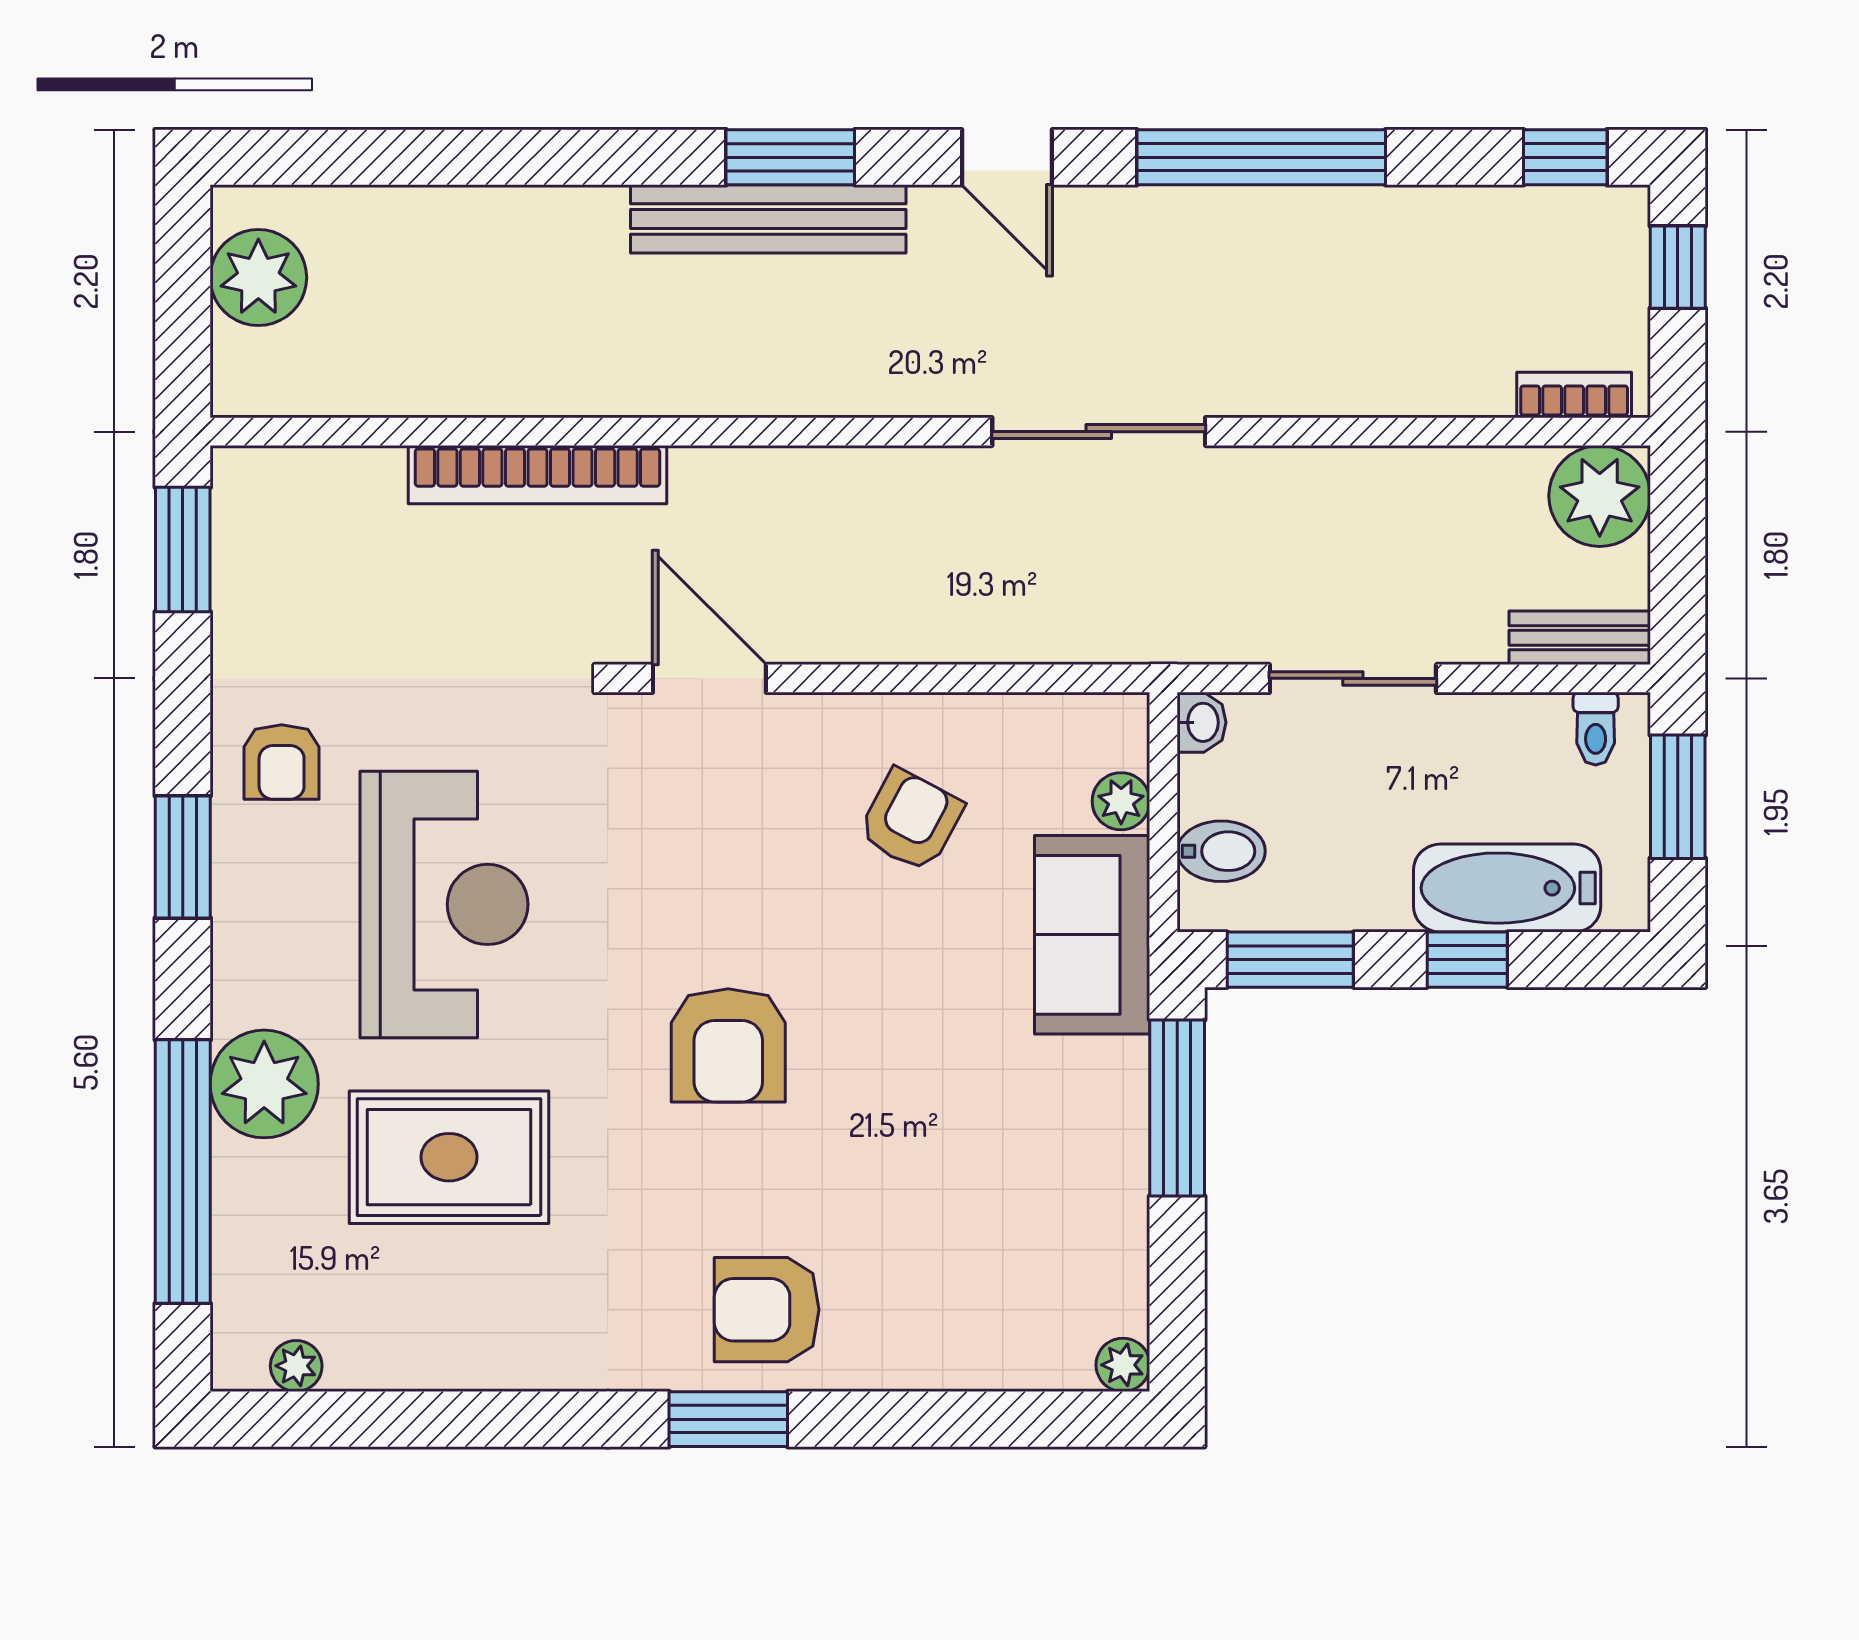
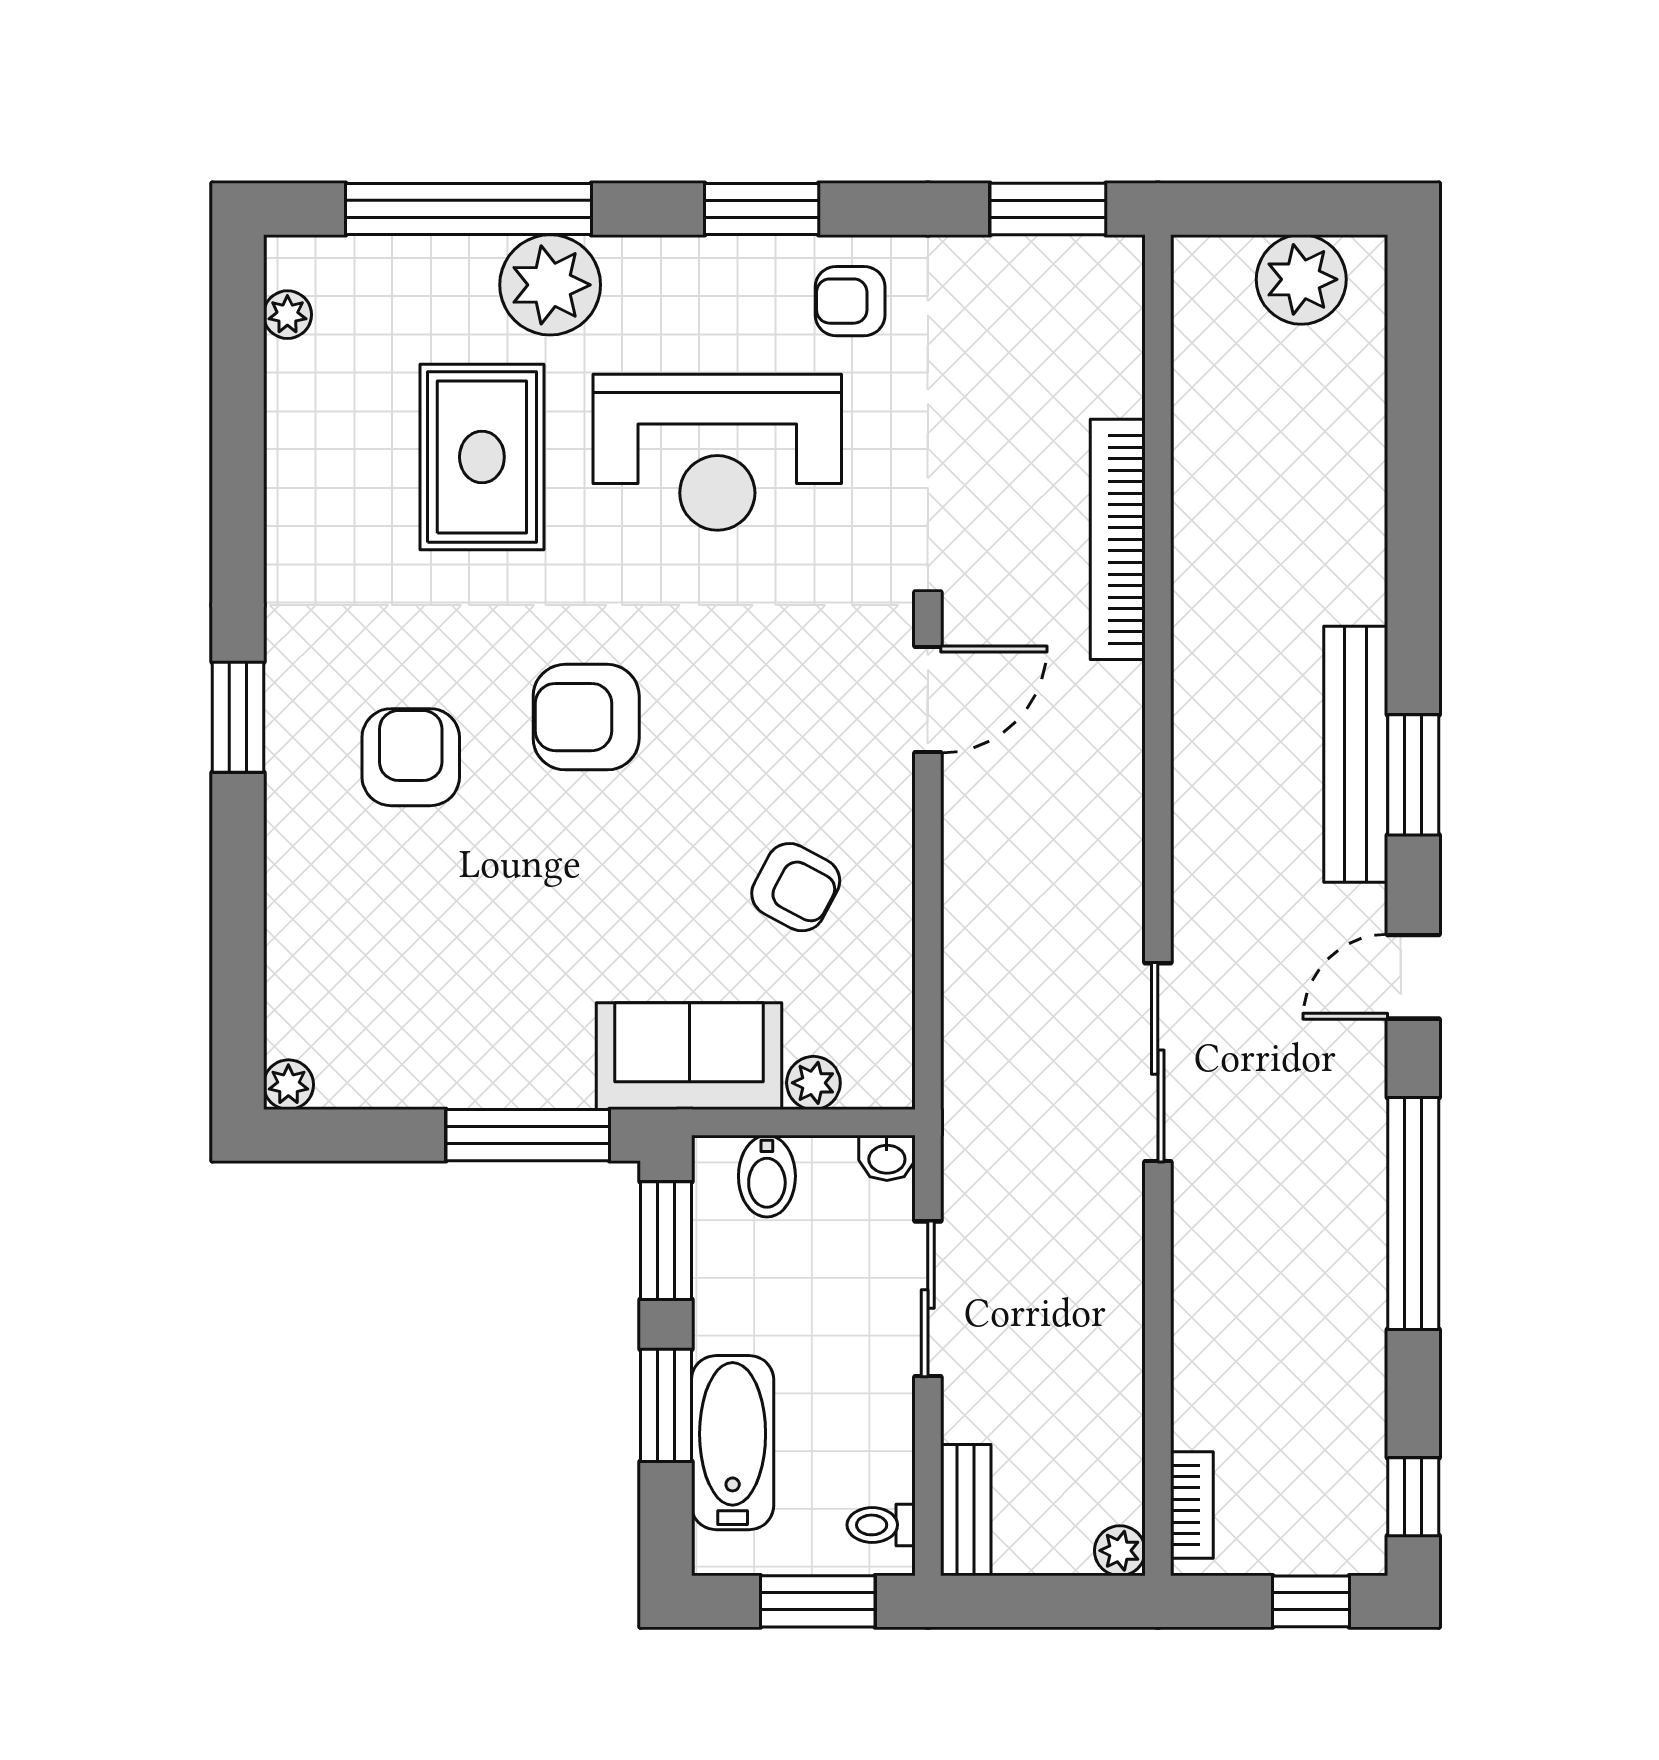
plant: (1600, 496) -> (1120, 1551), width x0.53, depth x0.53
window: (1467, 960) -> (666, 1405), width x1.50
armchair: (767, 1310) -> (411, 757), moved

